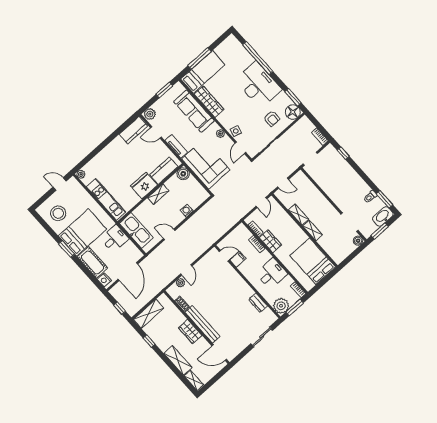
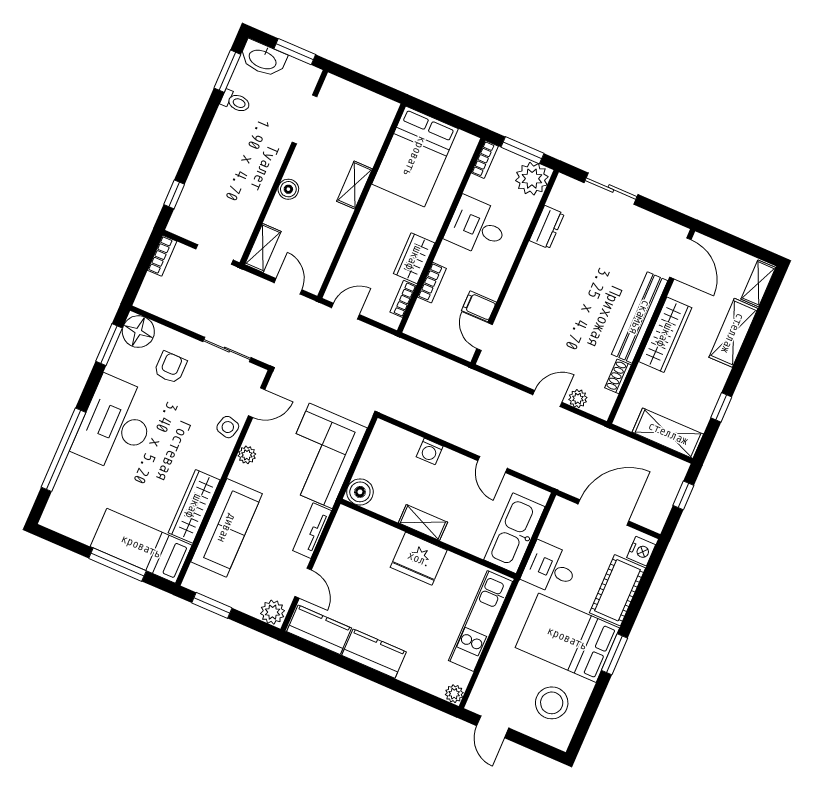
kitchen counter: (164, 171) -> (374, 654), moved, turned 180
shelving: (298, 215) -> (263, 248), moved
boiler: (358, 241) -> (288, 189), moved
wardrobe: (190, 332) -> (665, 335), width x1.50

